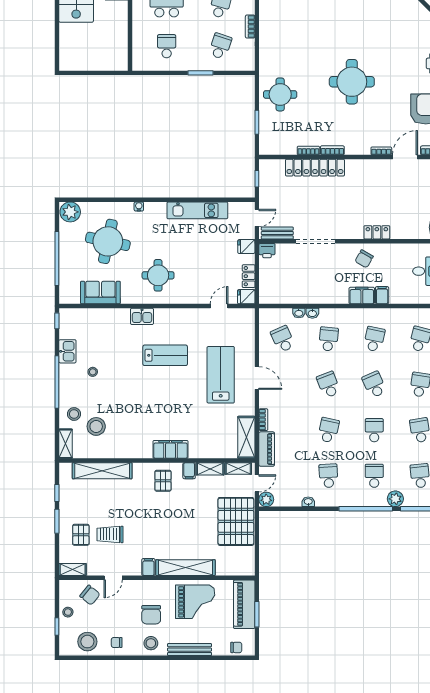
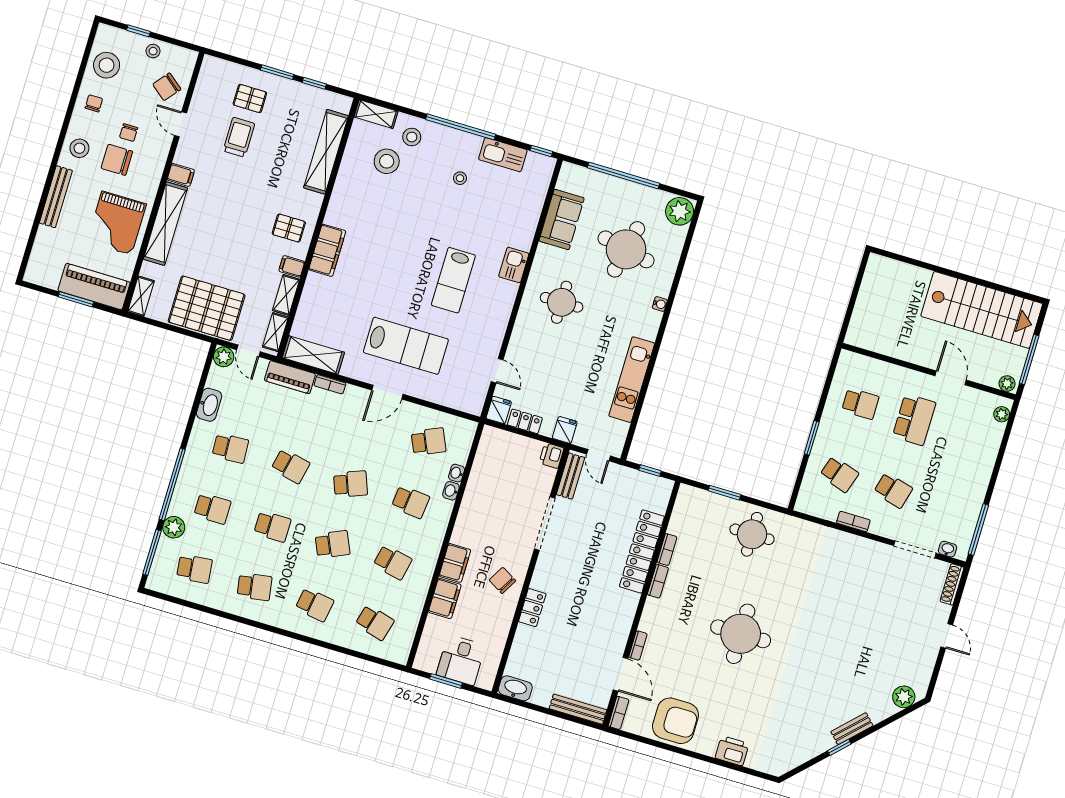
filing cabinet: (382, 295) -> (445, 598), width x2.00
kitchen sink: (67, 351) -> (503, 155), width x1.38
washbasin: (308, 502) -> (209, 405), width x1.91, depth x1.45
shelving: (73, 570) -> (141, 296), moved
chair: (236, 647) -> (129, 133), moved

